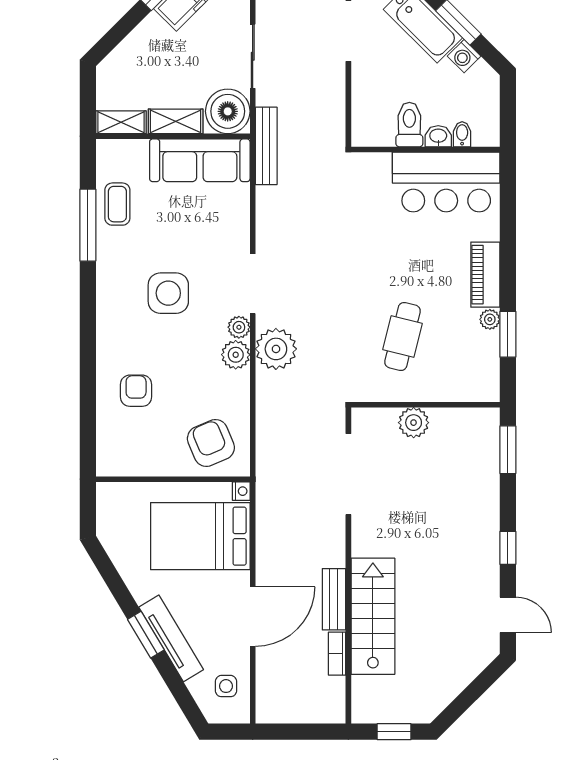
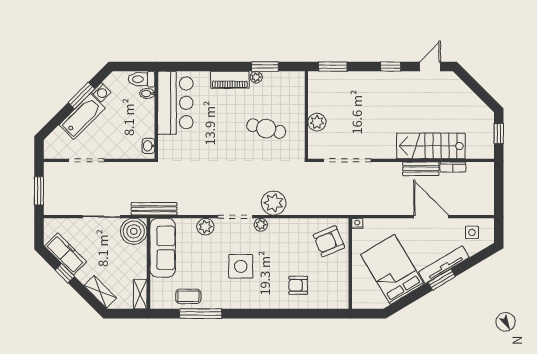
shelving: (176, 121) -> (100, 292), moved, turned -45
toilet: (409, 125) -> (142, 79), moved
washbasin: (438, 136) -> (148, 146), moved
plant: (236, 355) -> (205, 227), moved
bed: (200, 536) -> (392, 269), moved, turned 149

